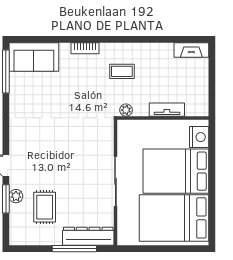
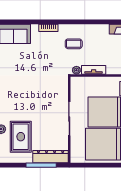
tv unit: (167, 110) -> (94, 70), moved
rug: (45, 207) -> (21, 137), width x1.36, depth x1.43

